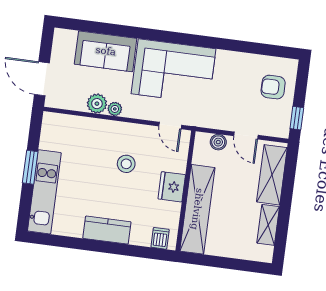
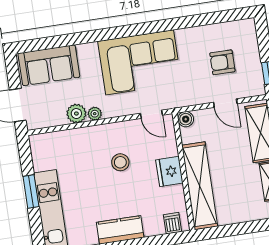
sofa: (106, 51) -> (49, 65), moved
armchair: (273, 87) -> (222, 62), moved
boiler: (218, 142) -> (186, 119), moved

